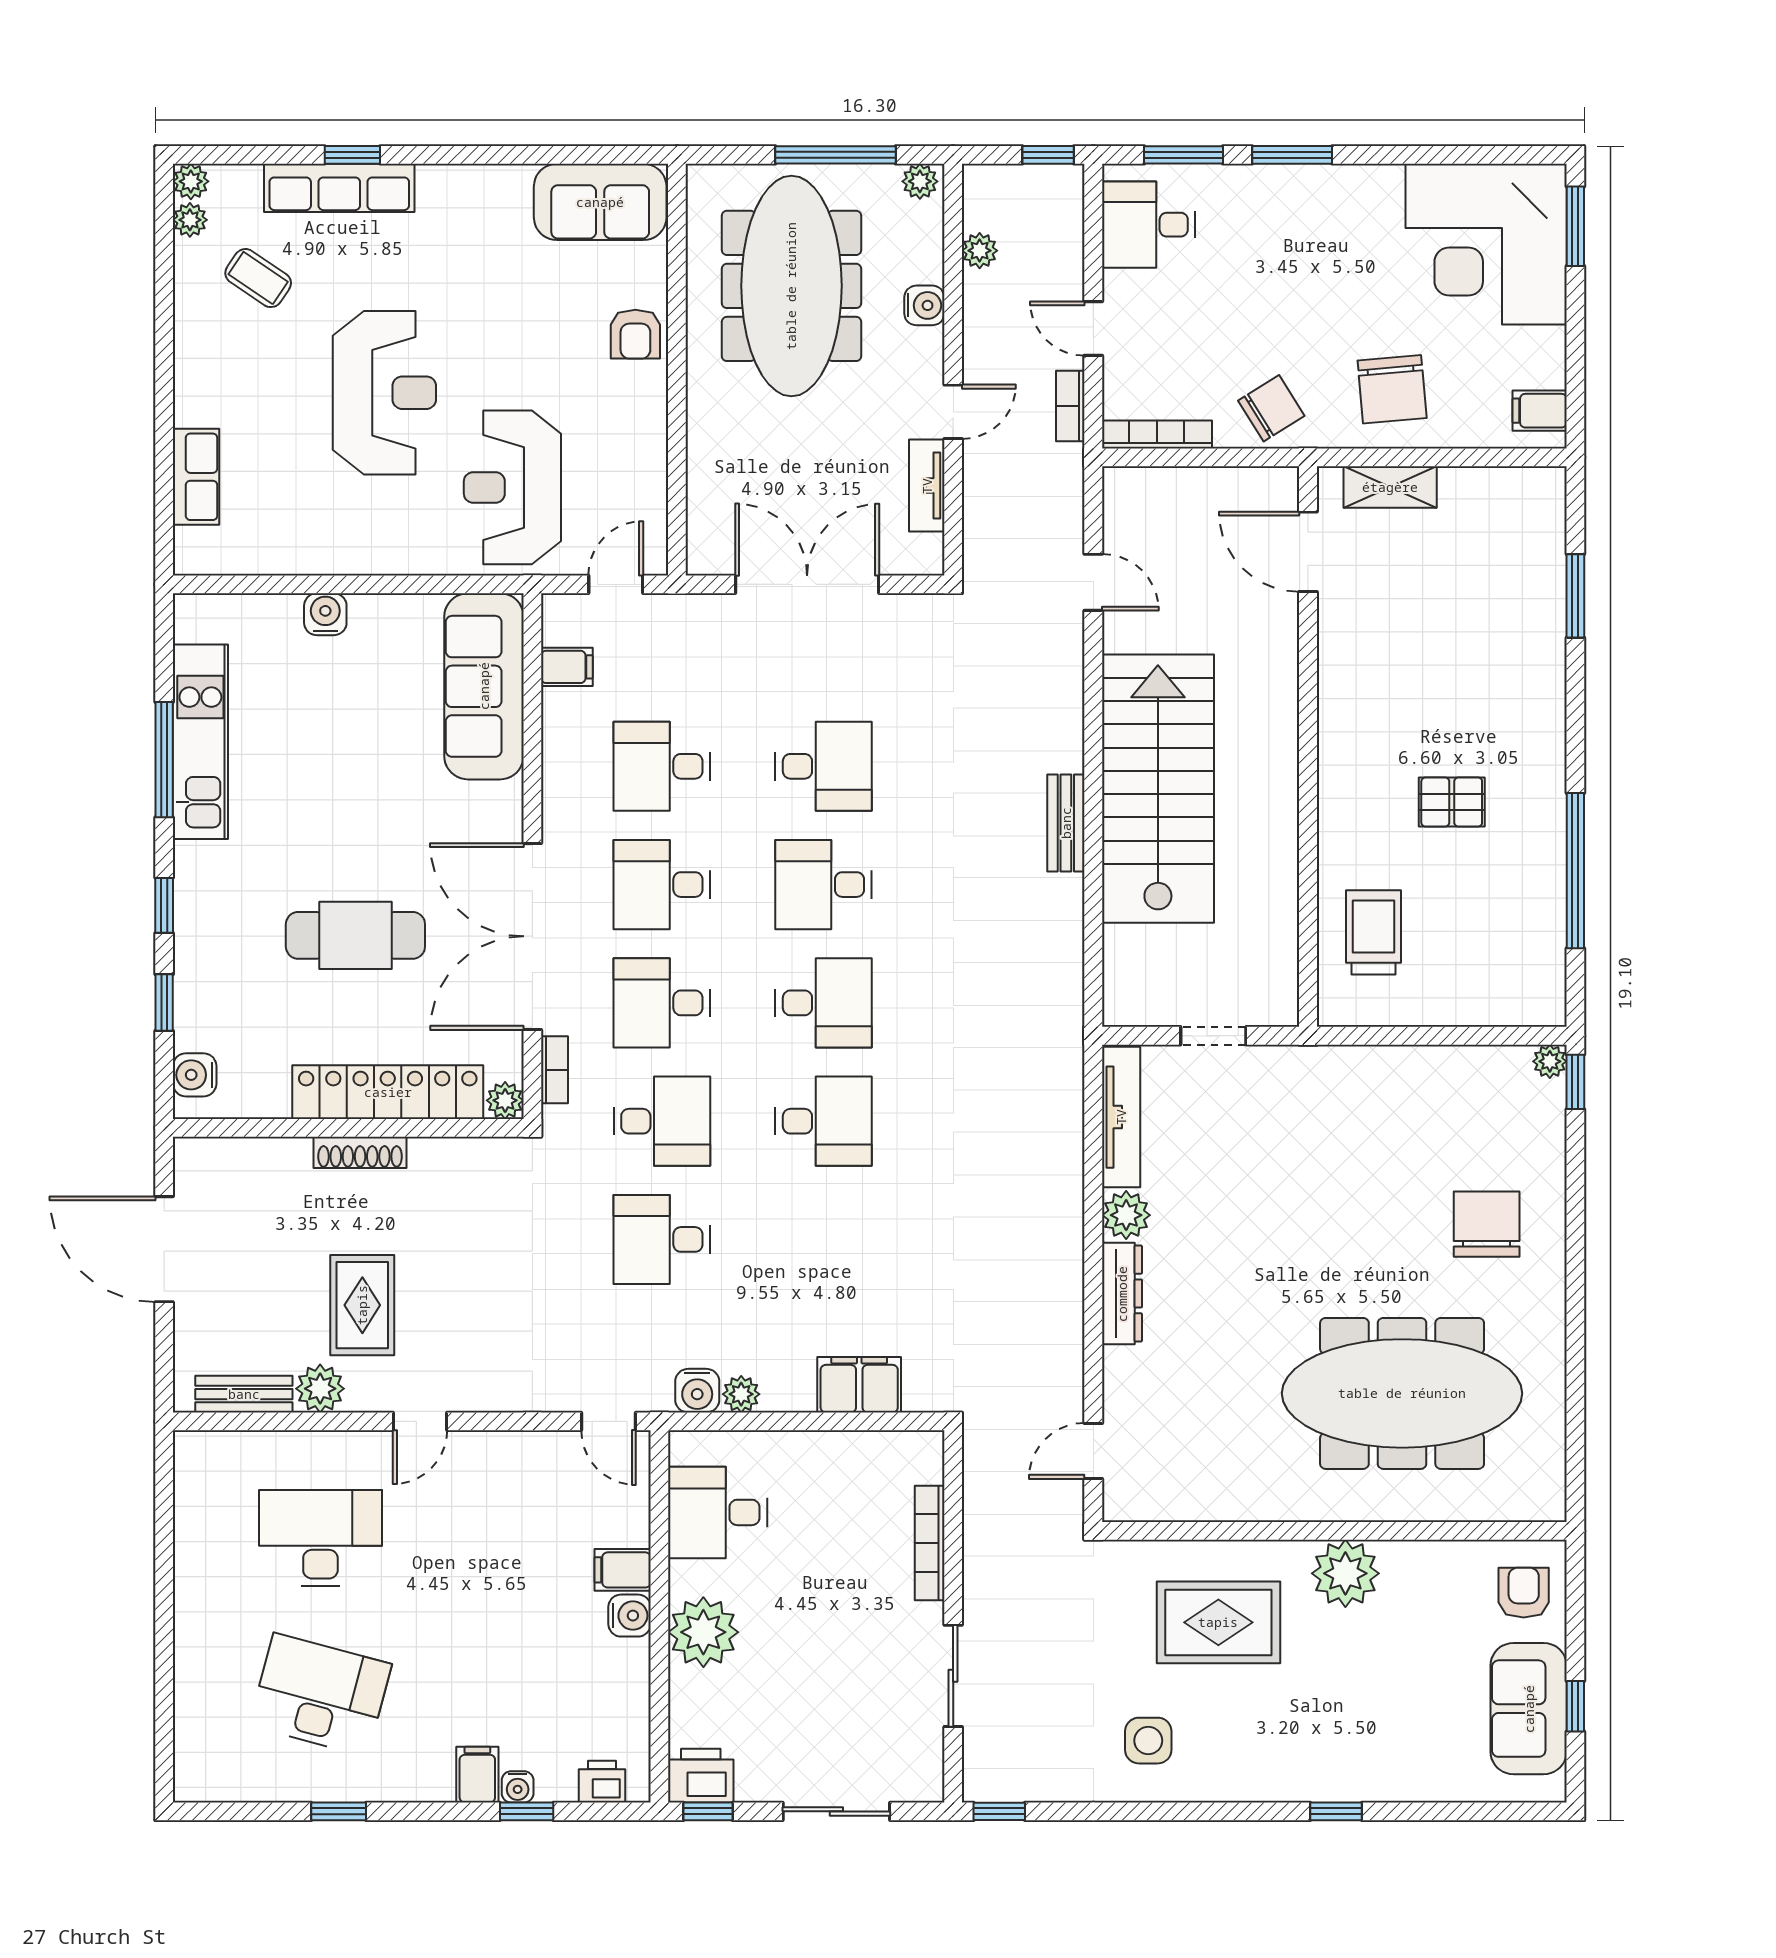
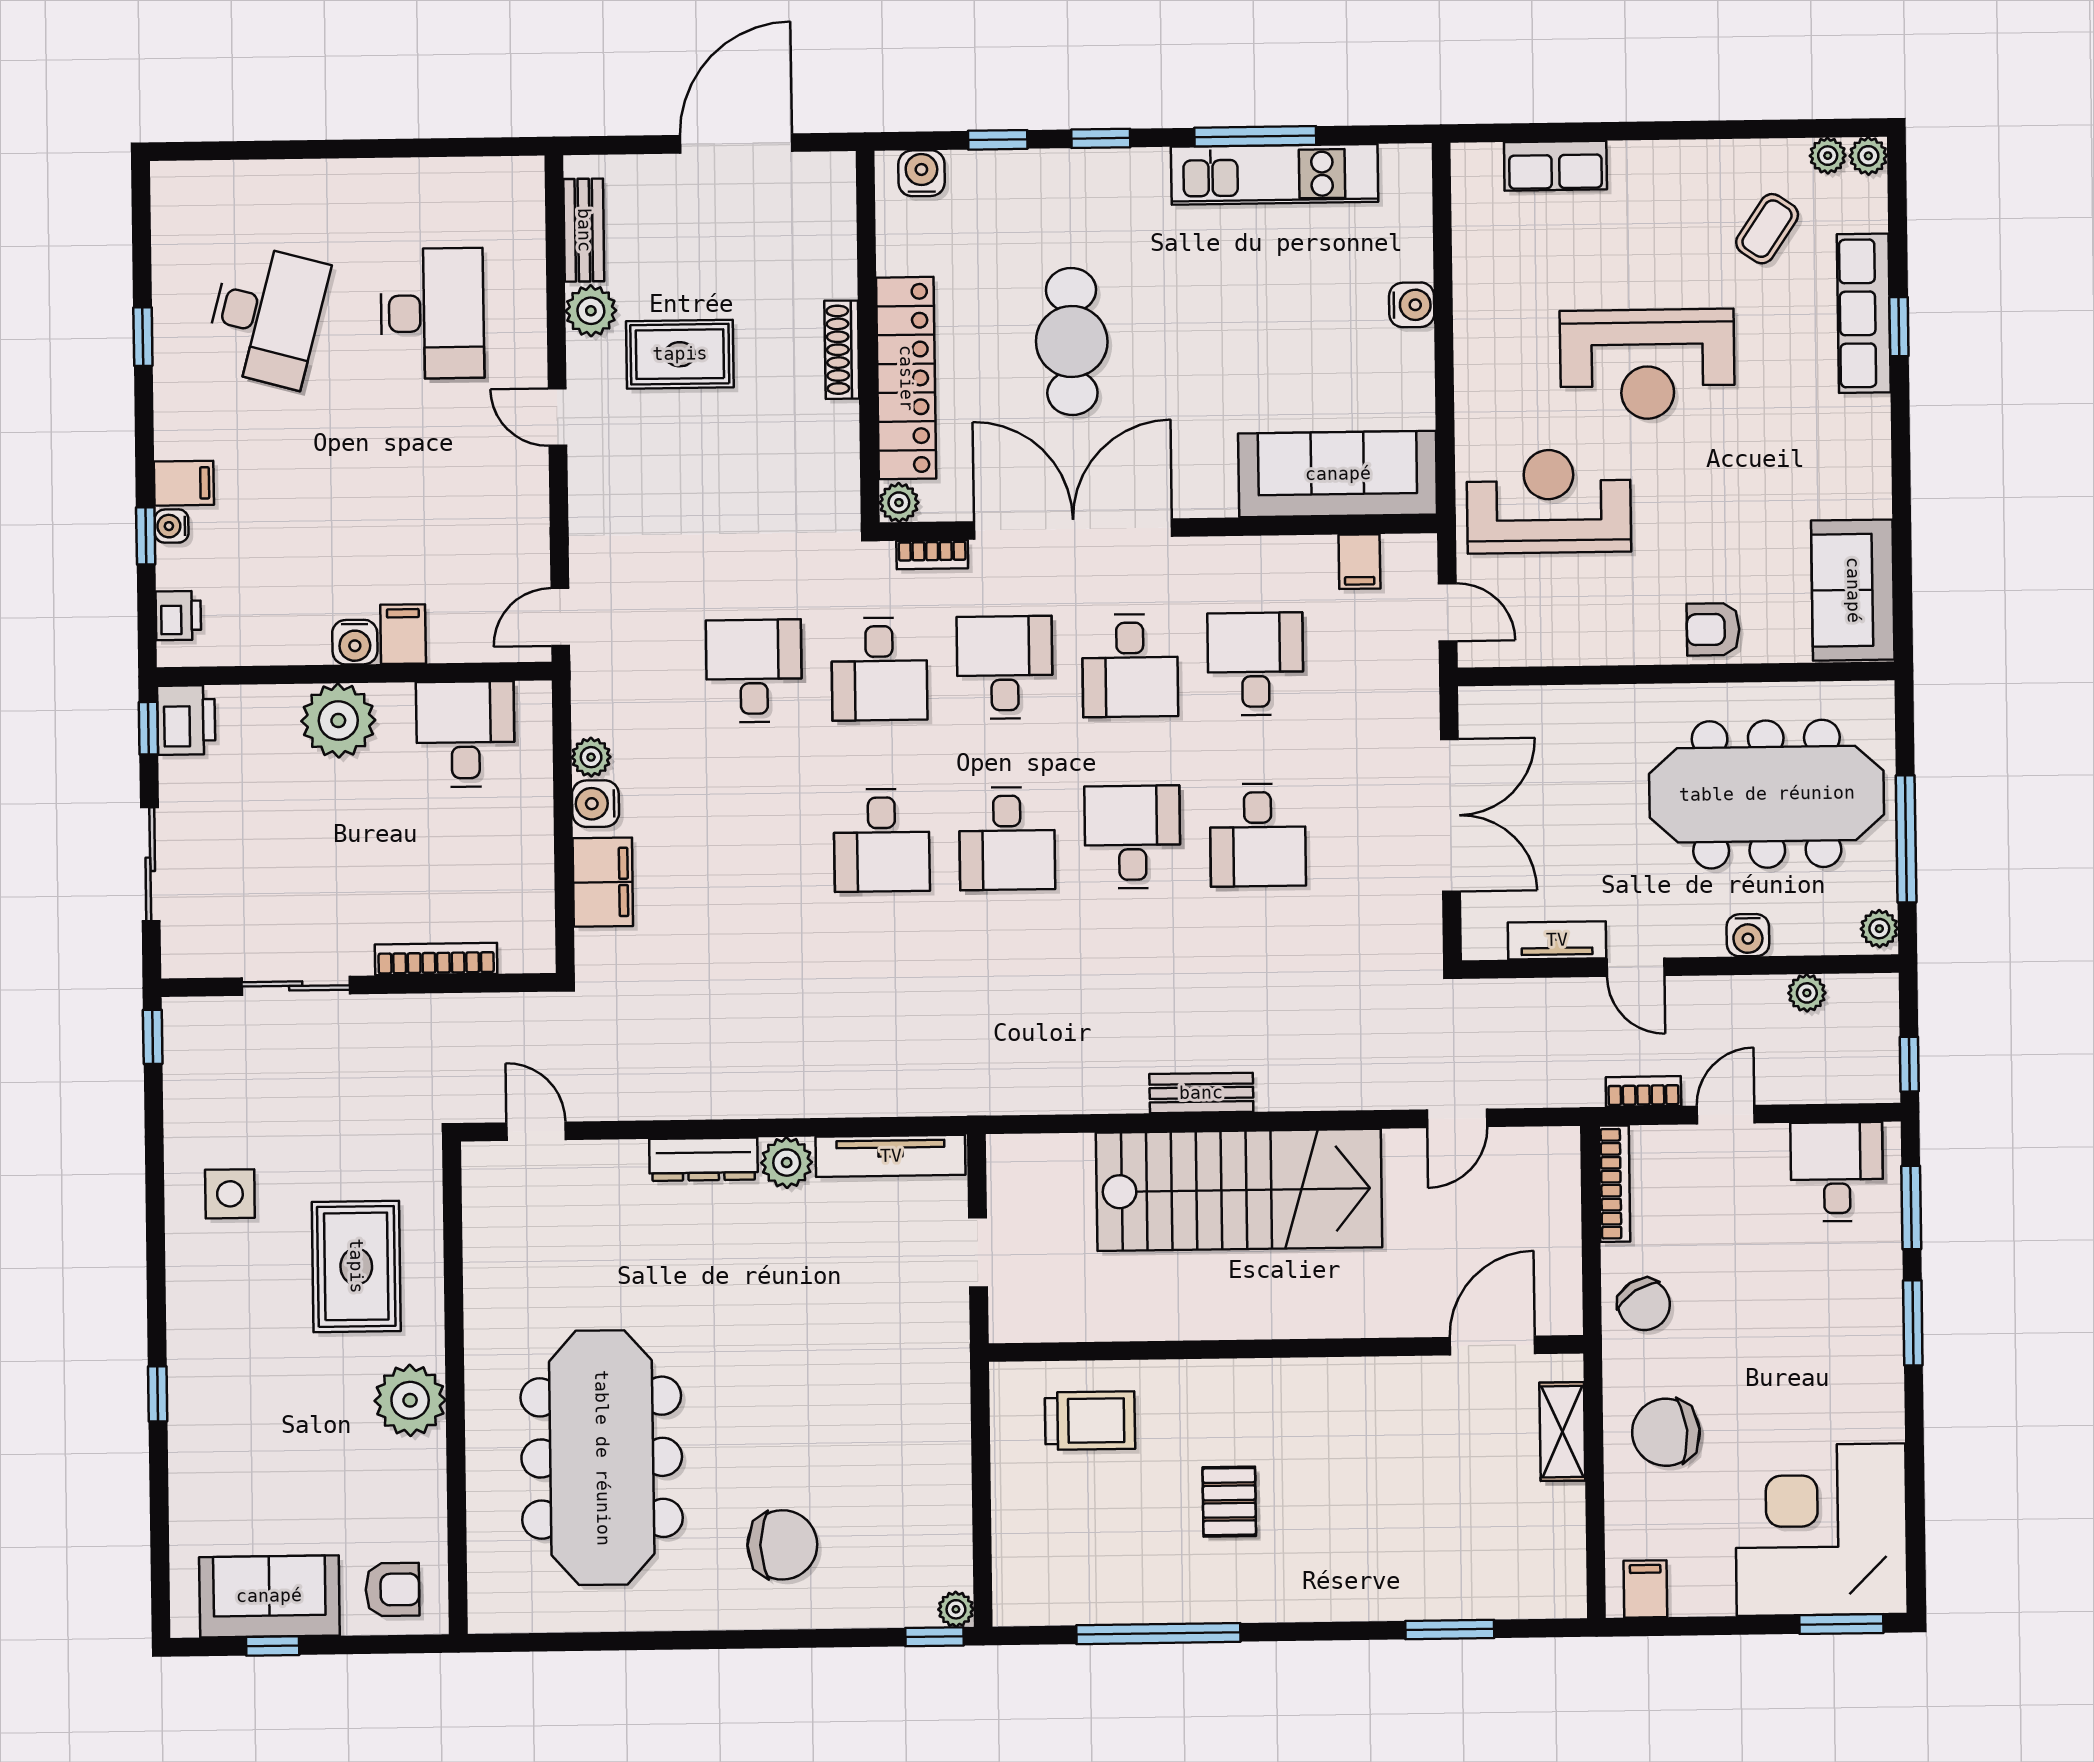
desk: (662, 885) -> (1130, 666), turned 180
water cooler: (697, 1391) -> (595, 804), moved

